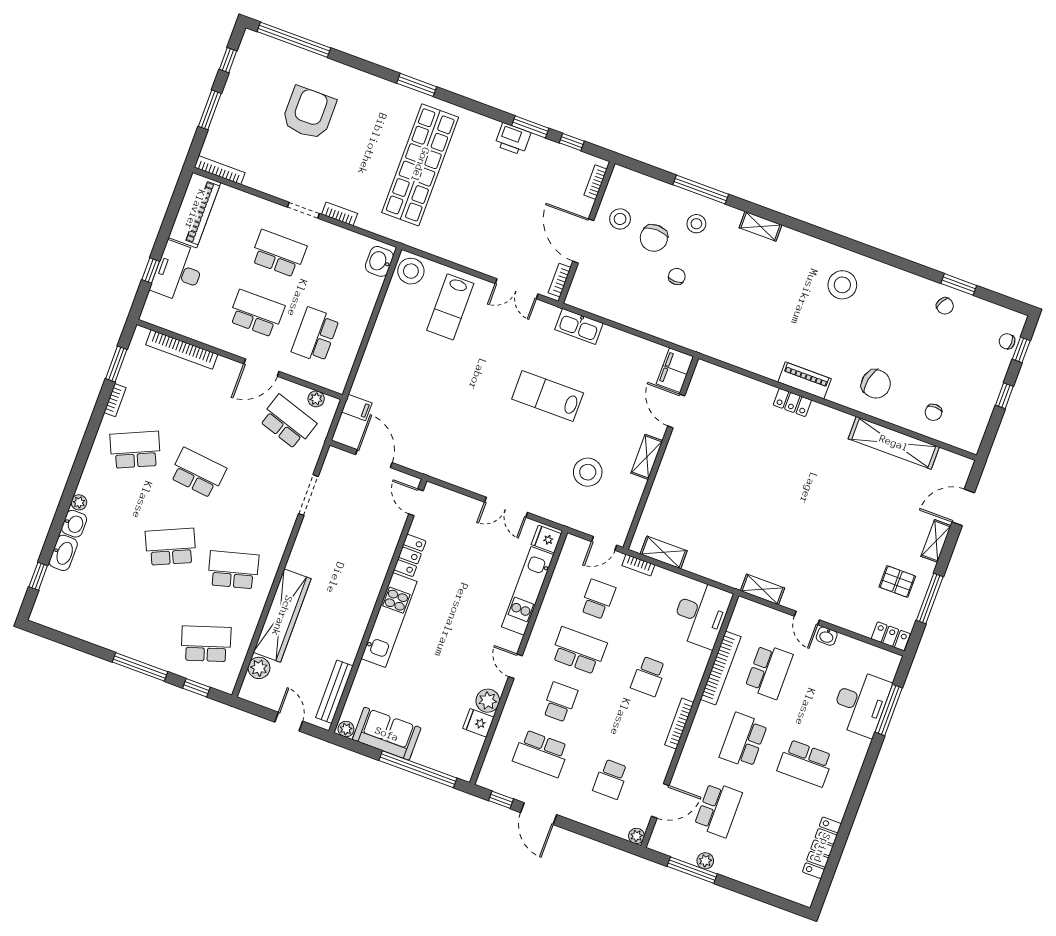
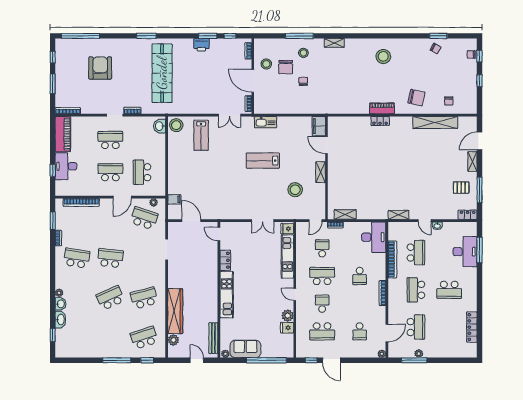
school desk: (135, 450) -> (77, 258), turned 33

